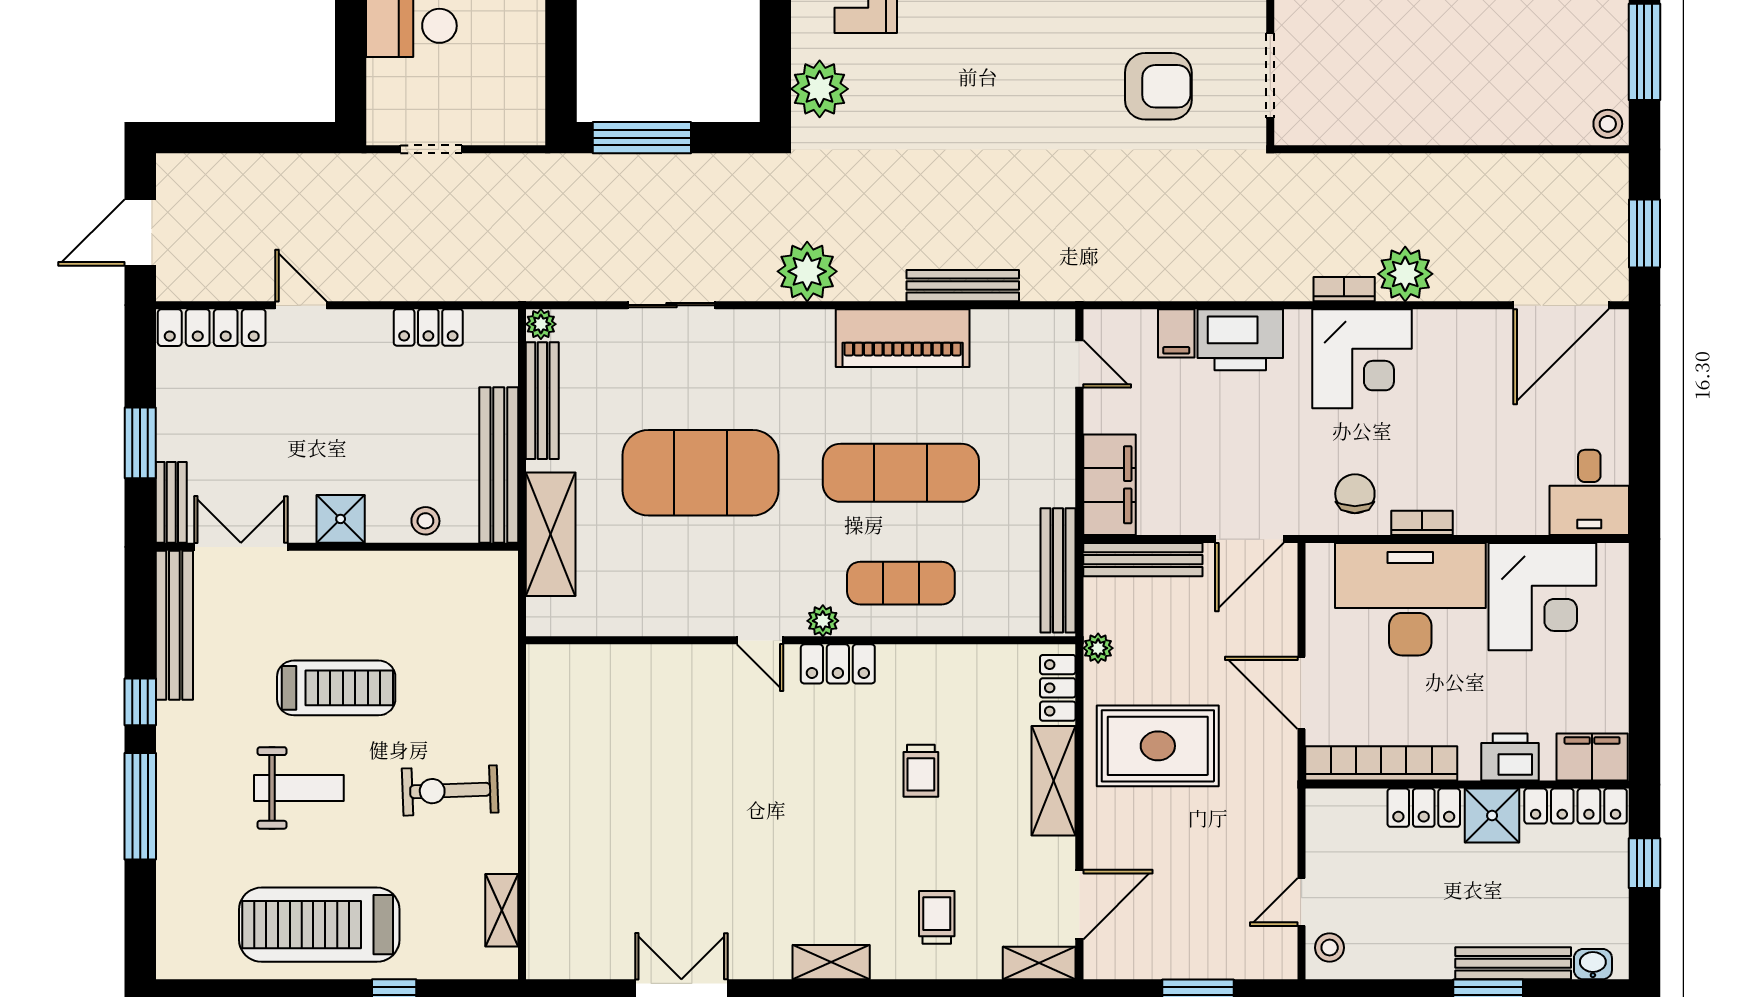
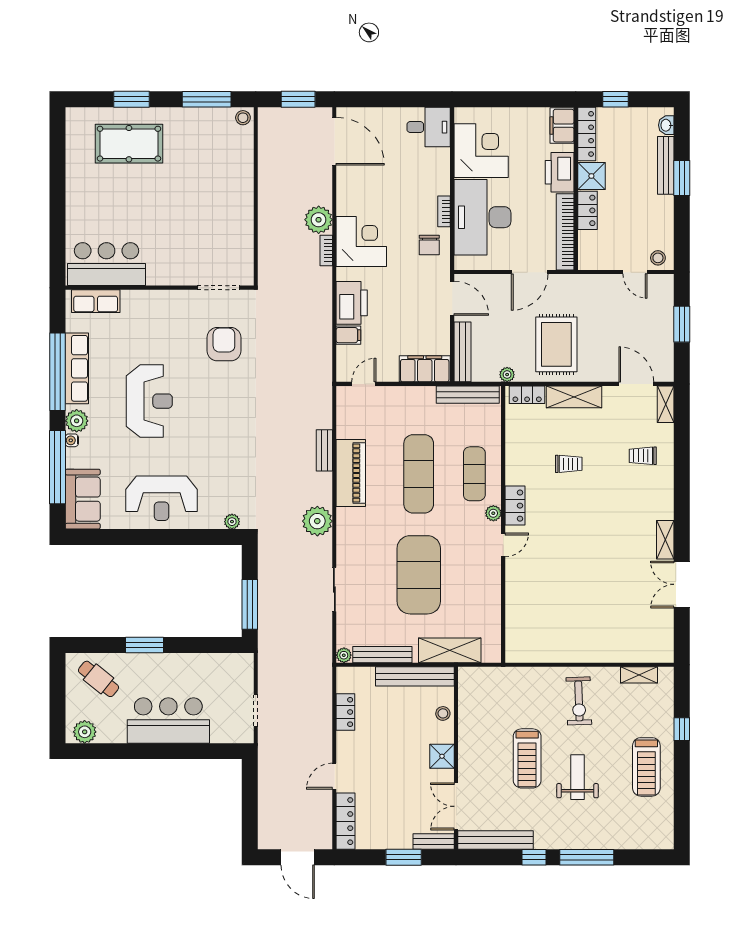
plant: (820, 89) -> (232, 522), width x0.53, depth x0.53
bench: (963, 286) -> (324, 450), width x0.73
chair: (1355, 494) -> (429, 245), turned -90
treadmill: (336, 688) -> (527, 758), turned 180
printer: (1510, 757) -> (560, 172), width x1.37, depth x1.19
treadmill: (319, 925) -> (646, 767), width x0.73, depth x0.73
shelving: (831, 962) -> (665, 540), moved

